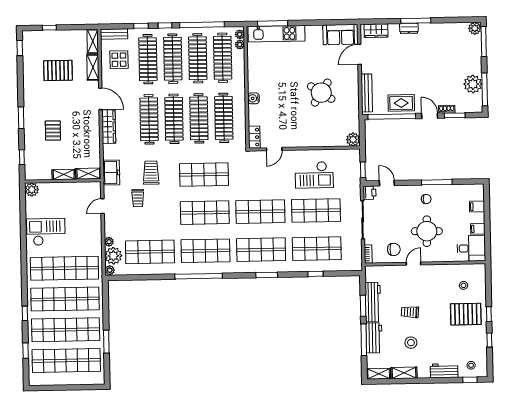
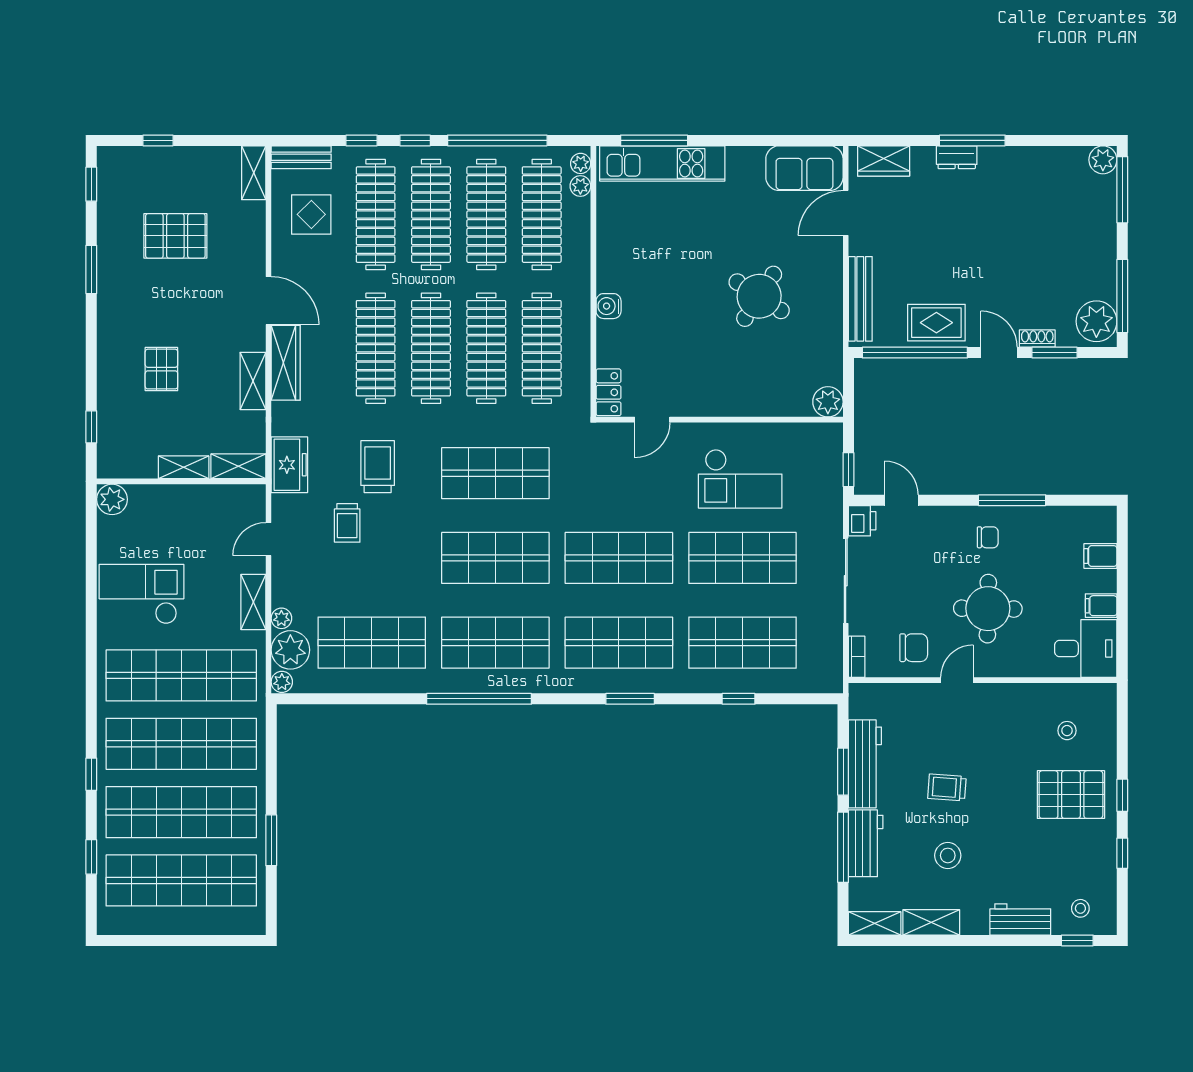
shelving: (93, 67) -> (253, 381), moved
plant: (473, 84) -> (1096, 321), moved
window: (21, 118) -> (91, 269), moved
shelving: (96, 235) -> (253, 602), added

